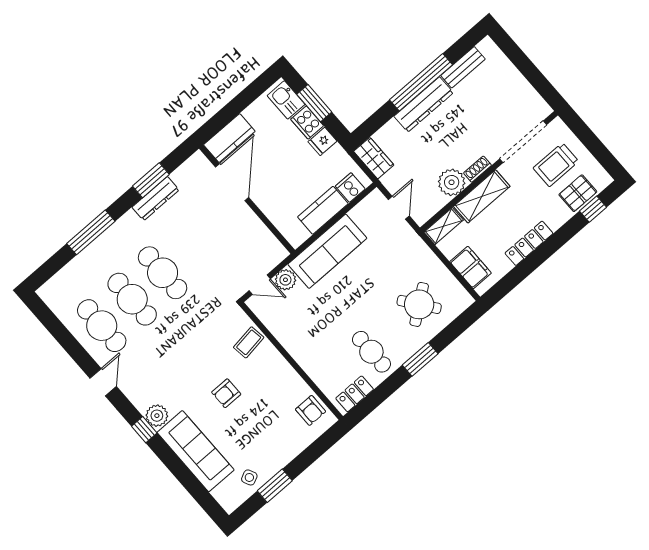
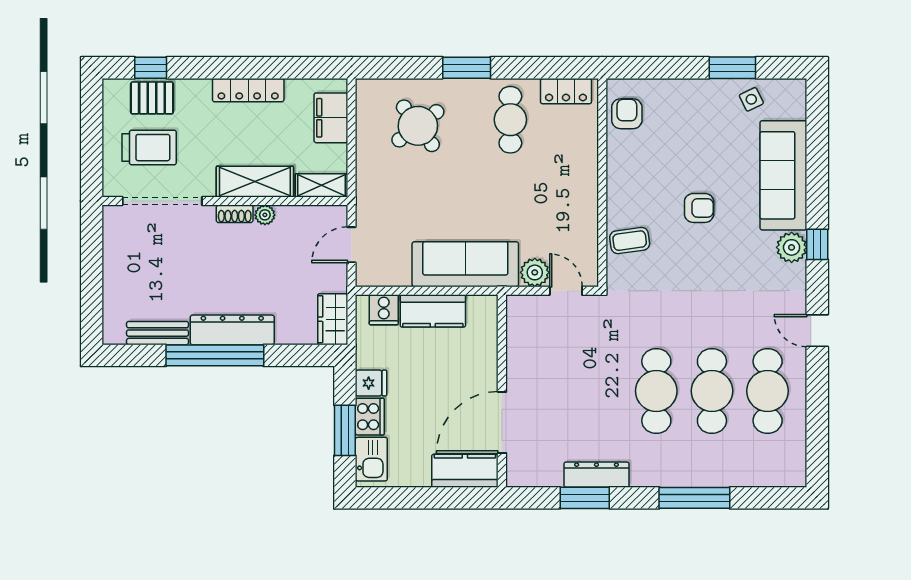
plant: (452, 182) -> (265, 215), width x0.53, depth x0.53
door: (103, 382) -> (817, 331), hinge flipped

